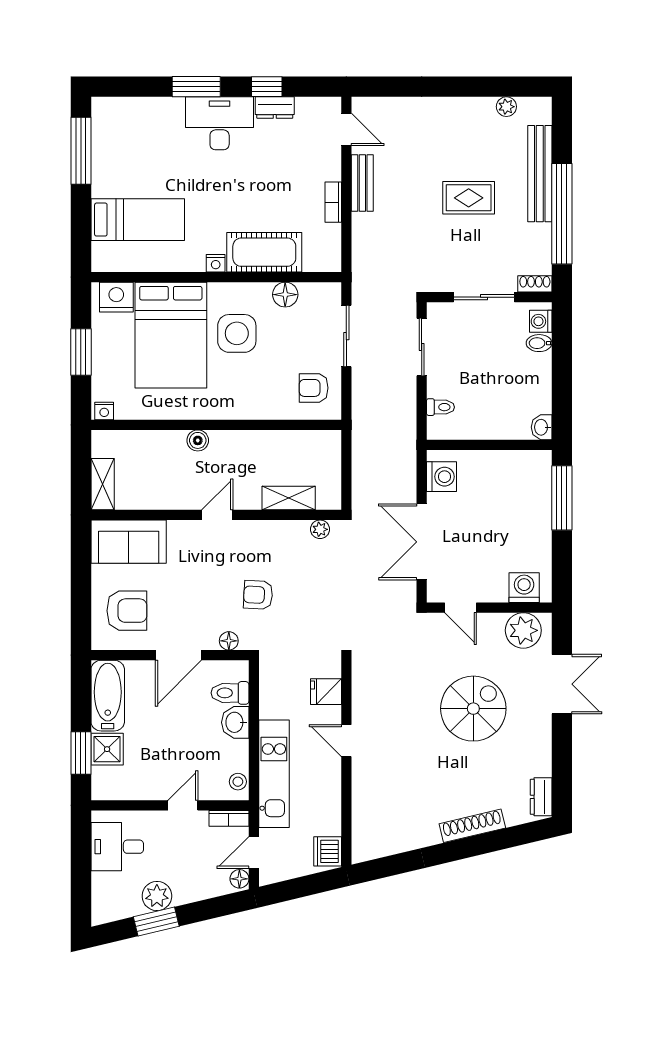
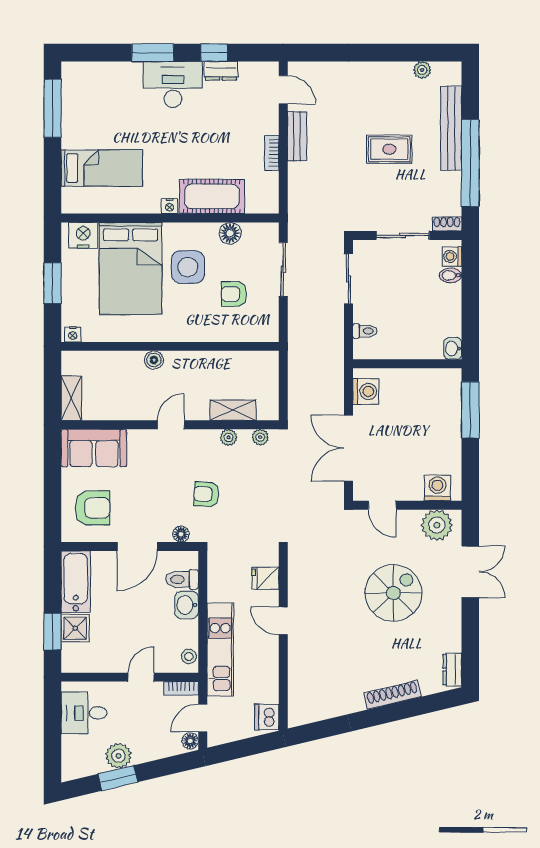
armchair: (314, 388) -> (234, 294), moved
plant: (284, 530) -> (229, 437), added

